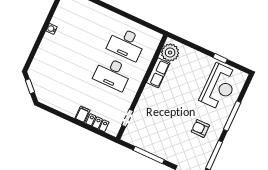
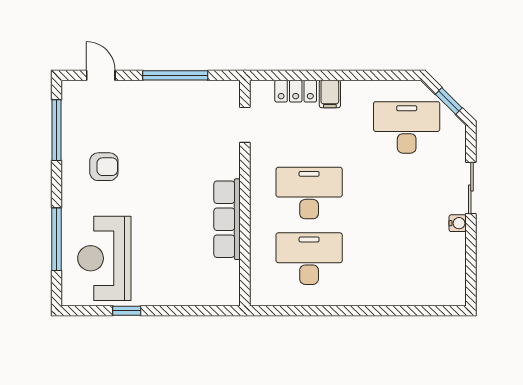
sliding door: (38, 42) -> (471, 188), added
plant: (170, 53) -> (222, 279), removed
row of seats: (158, 73) -> (227, 219), width x1.48
desk: (55, 83) -> (407, 127), added
window: (232, 116) -> (57, 239), moved

